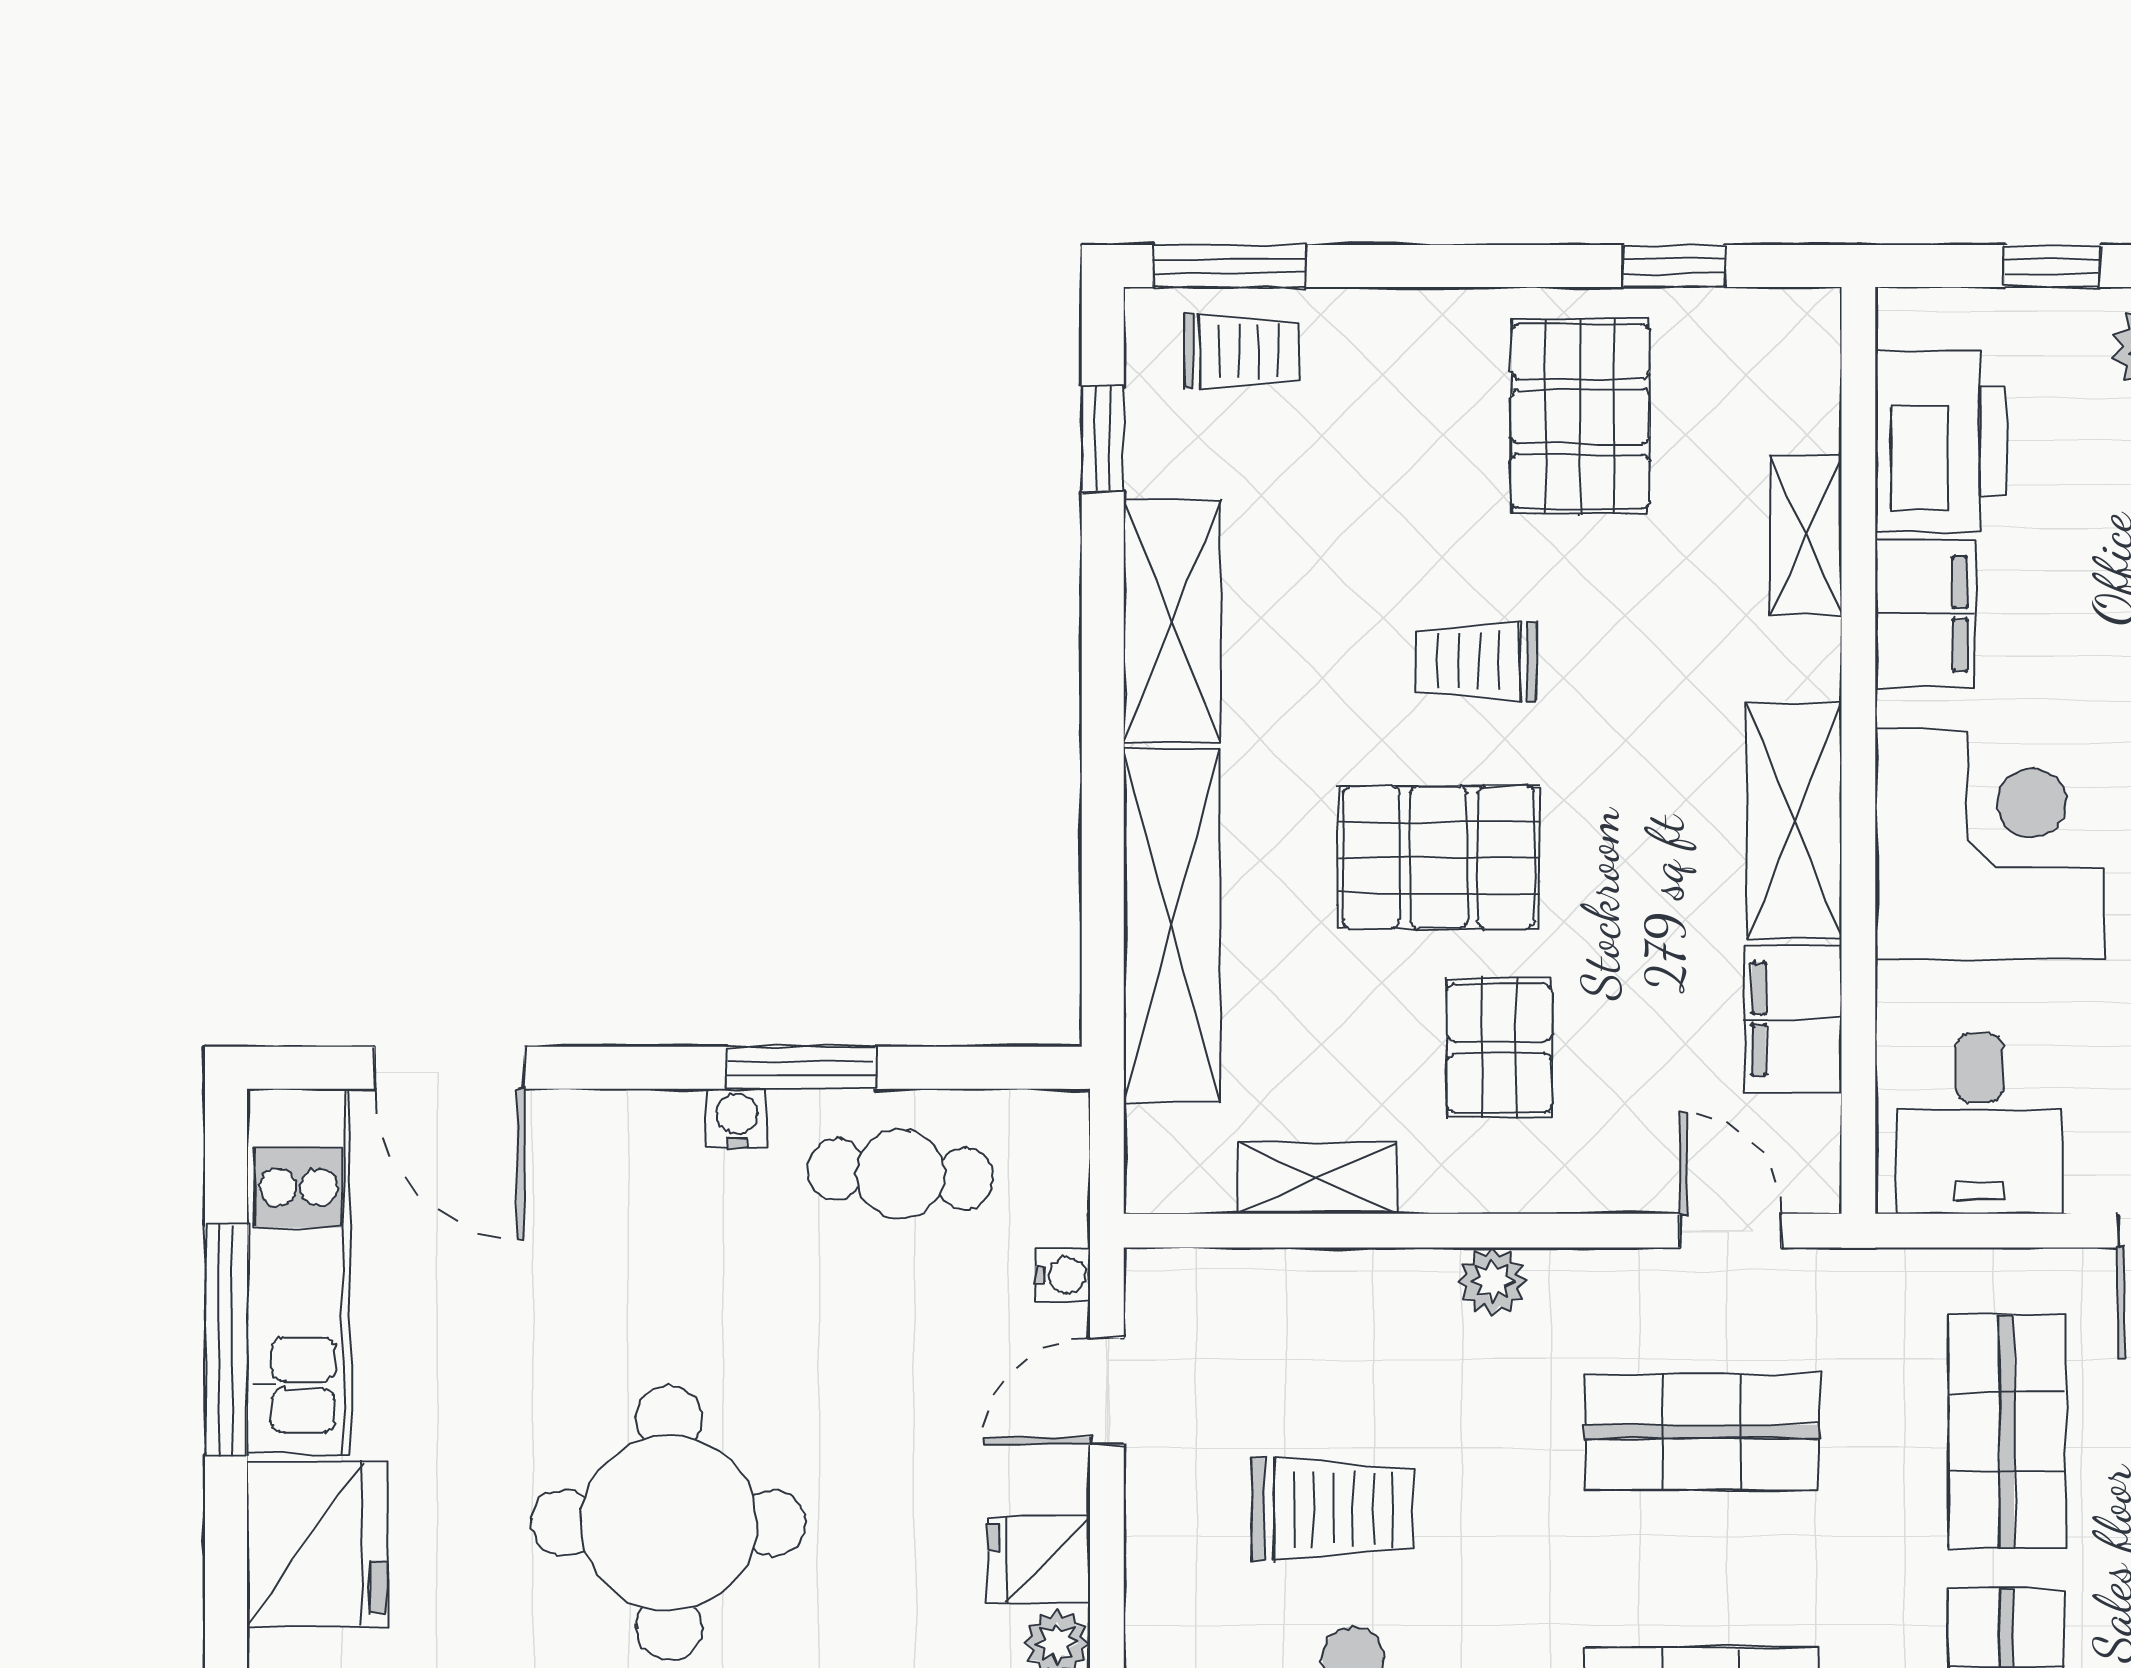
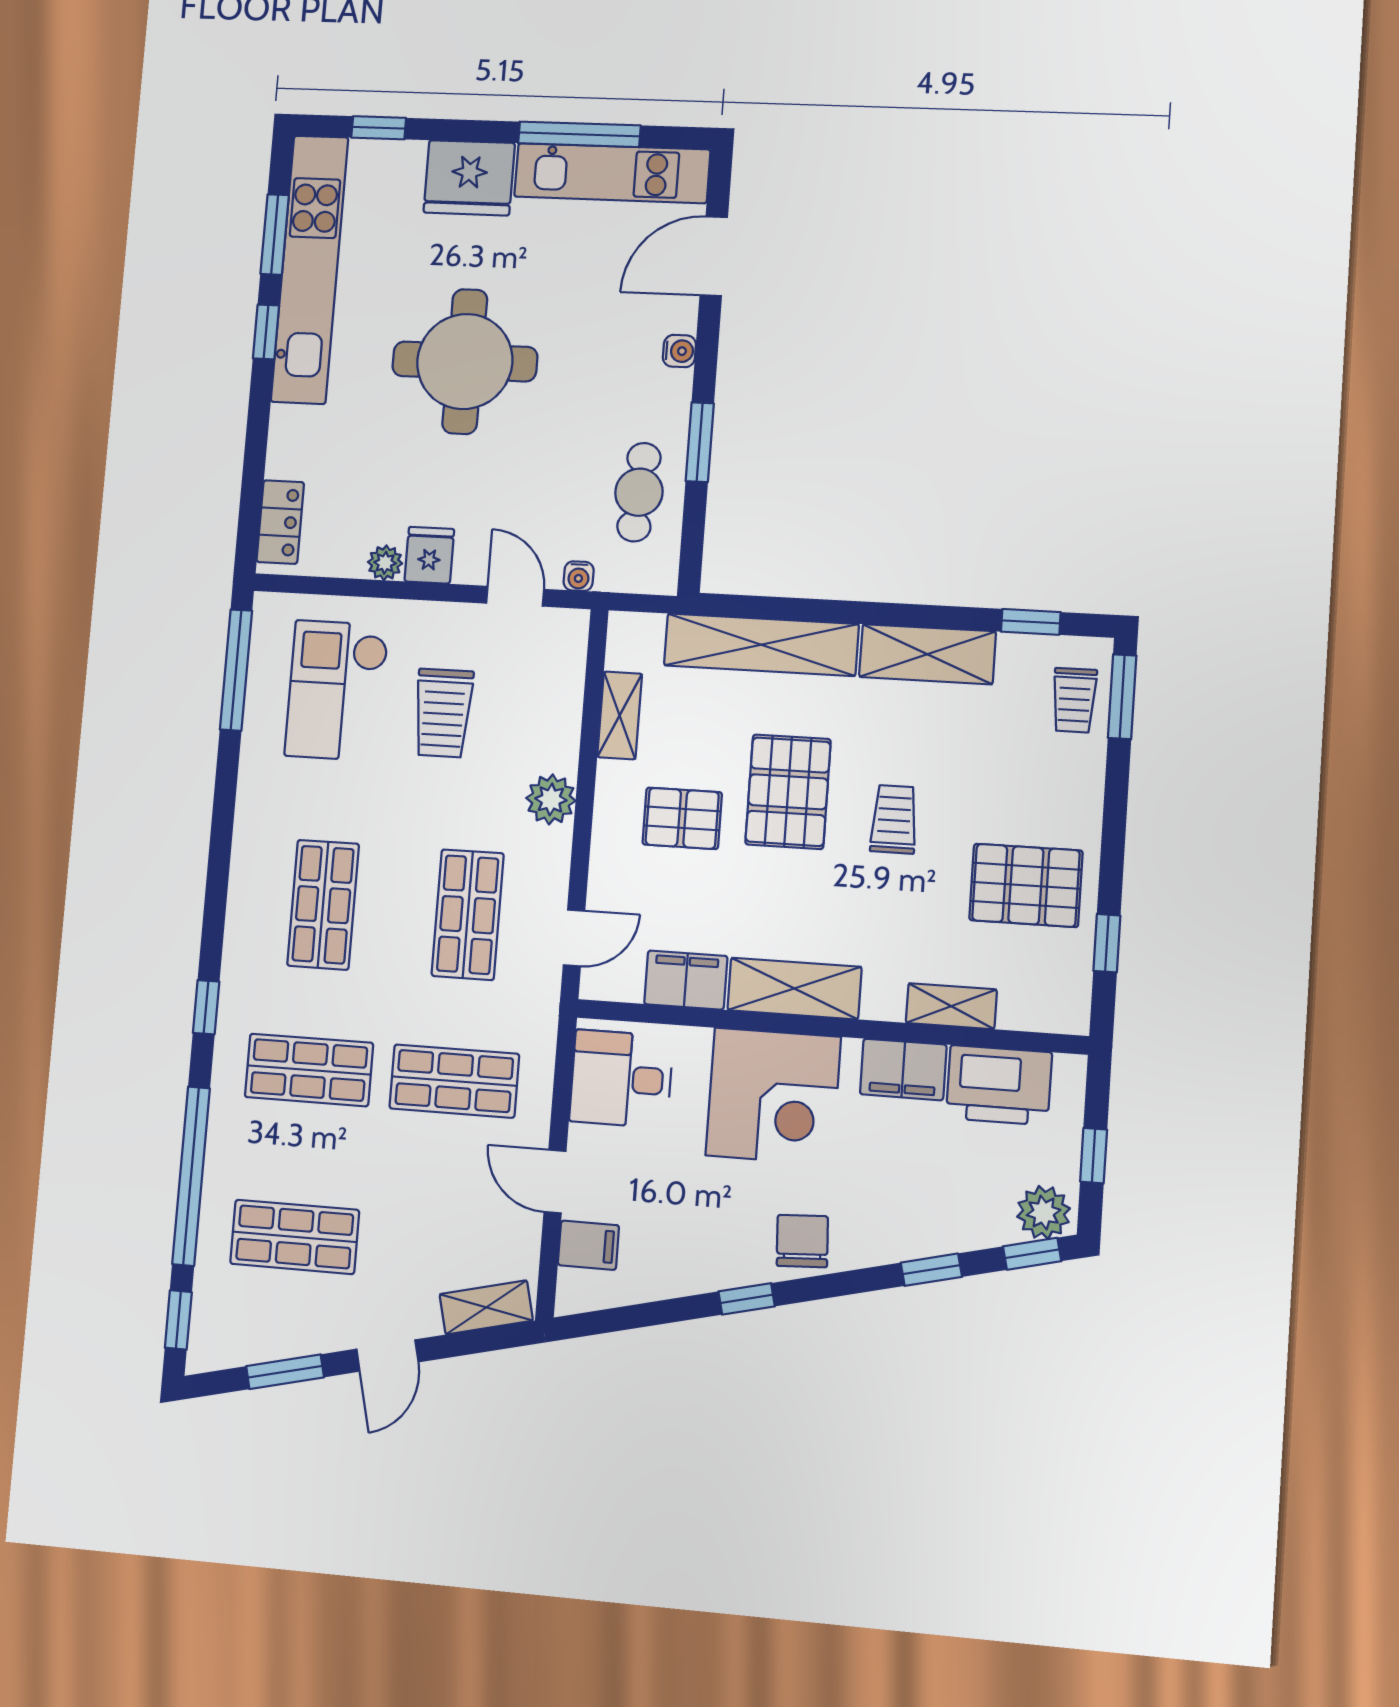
water cooler: (737, 1119) -> (679, 351), moved
plant: (1492, 1281) -> (551, 799), width x1.38, depth x1.38

